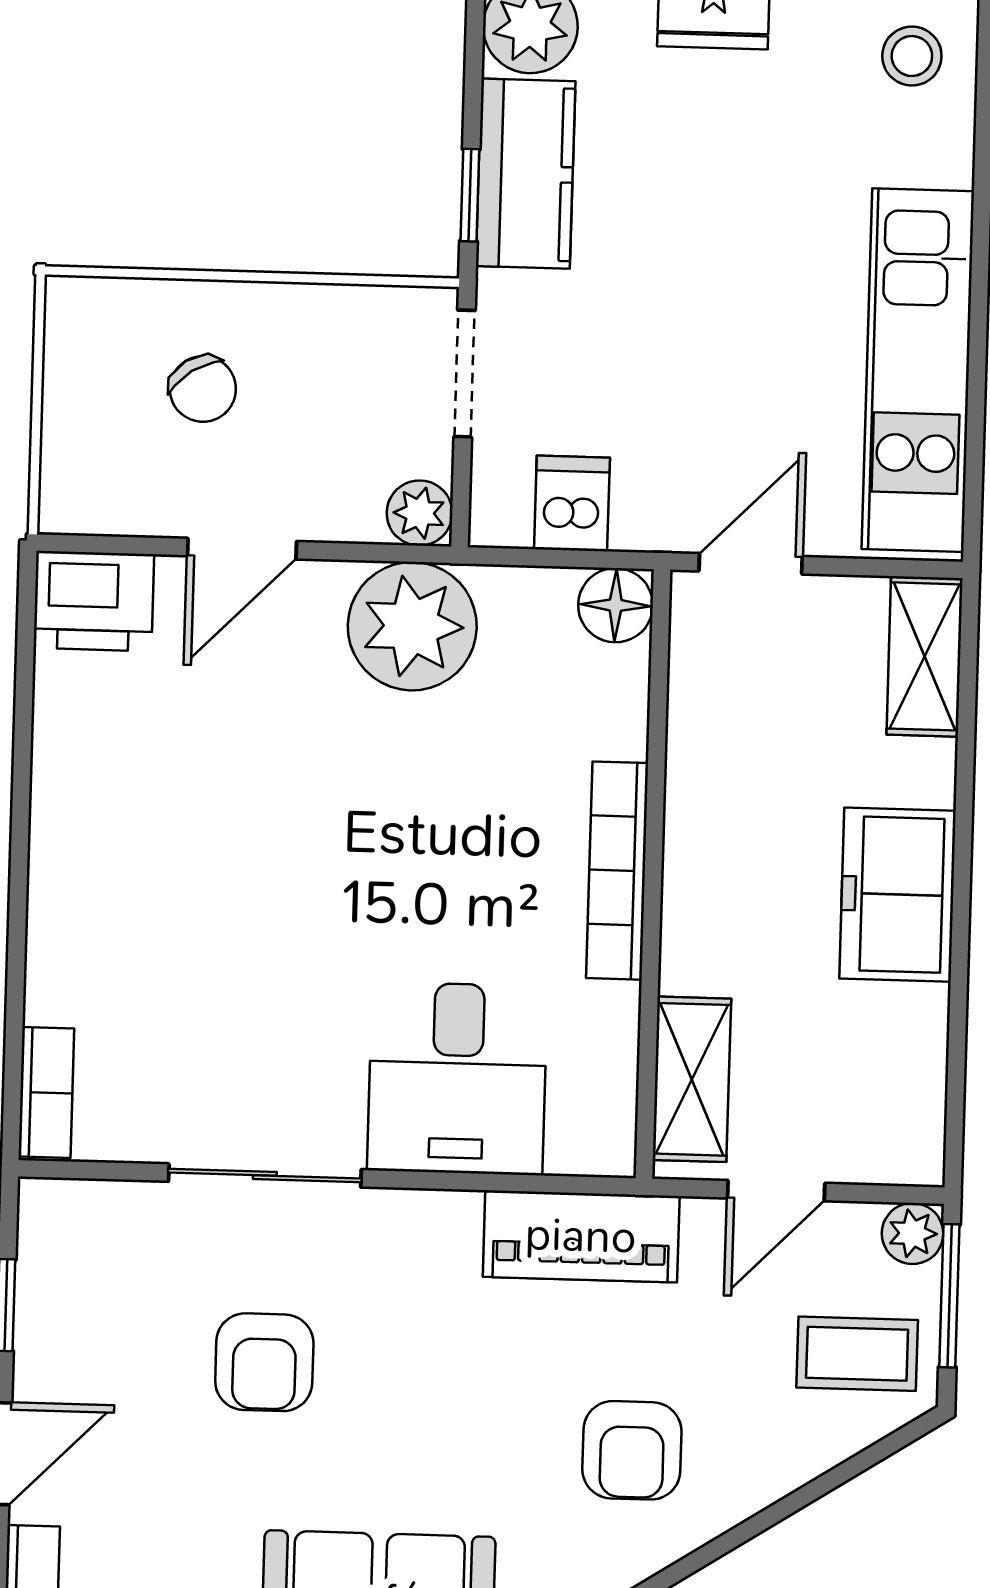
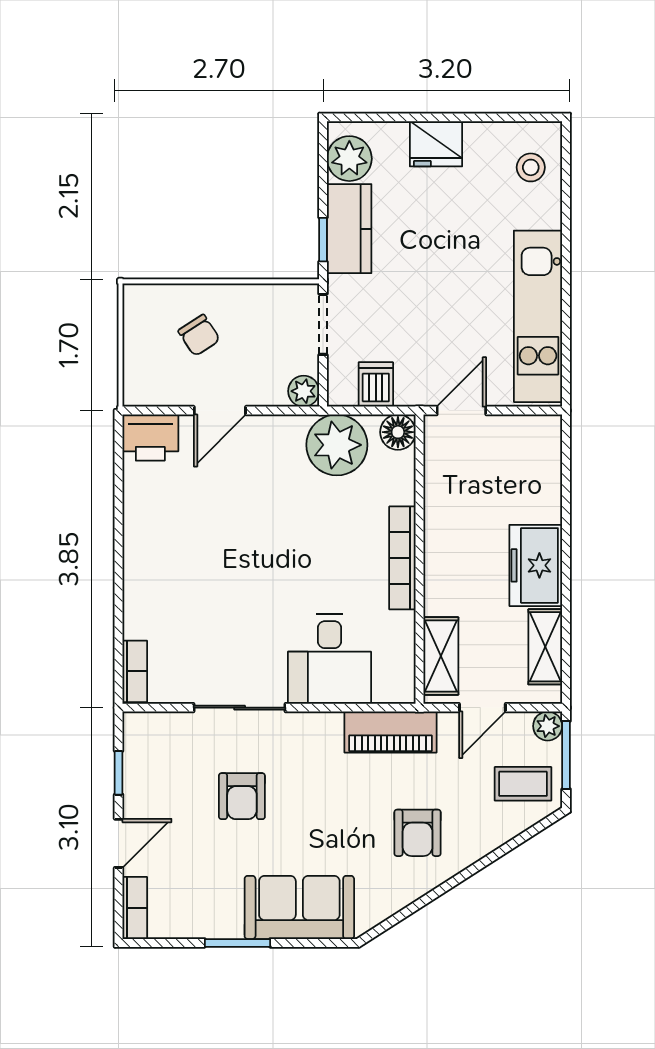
plant: (412, 626) -> (337, 445), moved
shelving: (925, 656) -> (545, 647), moved

